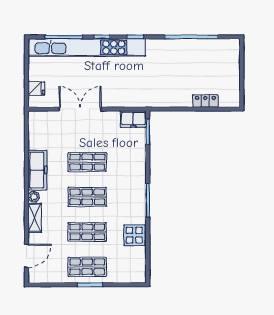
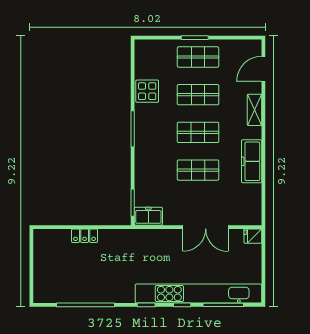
fridge: (36, 89) -> (253, 236), moved
locker: (205, 101) -> (85, 236), moved
plant: (34, 197) -> (256, 133), removed

